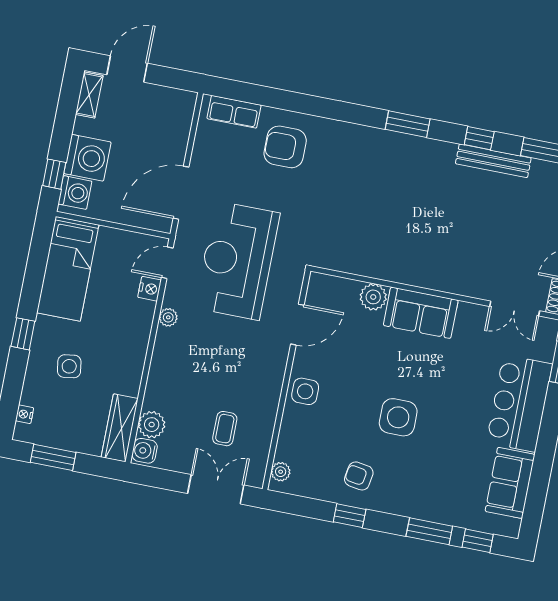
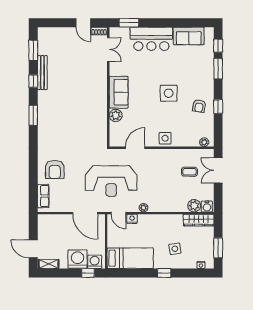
door: (297, 325) -> (135, 148), hinge flipped

